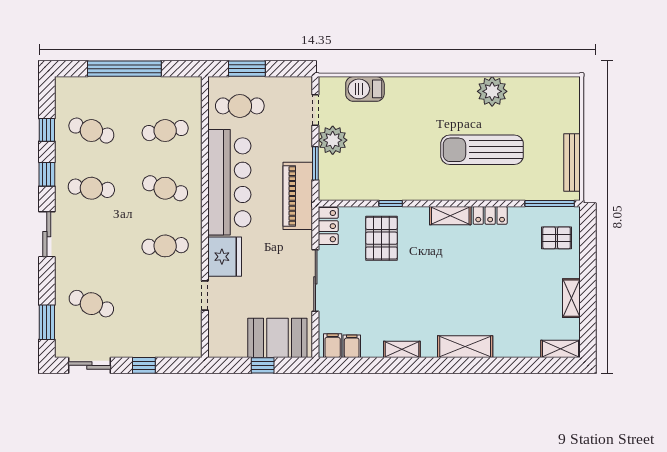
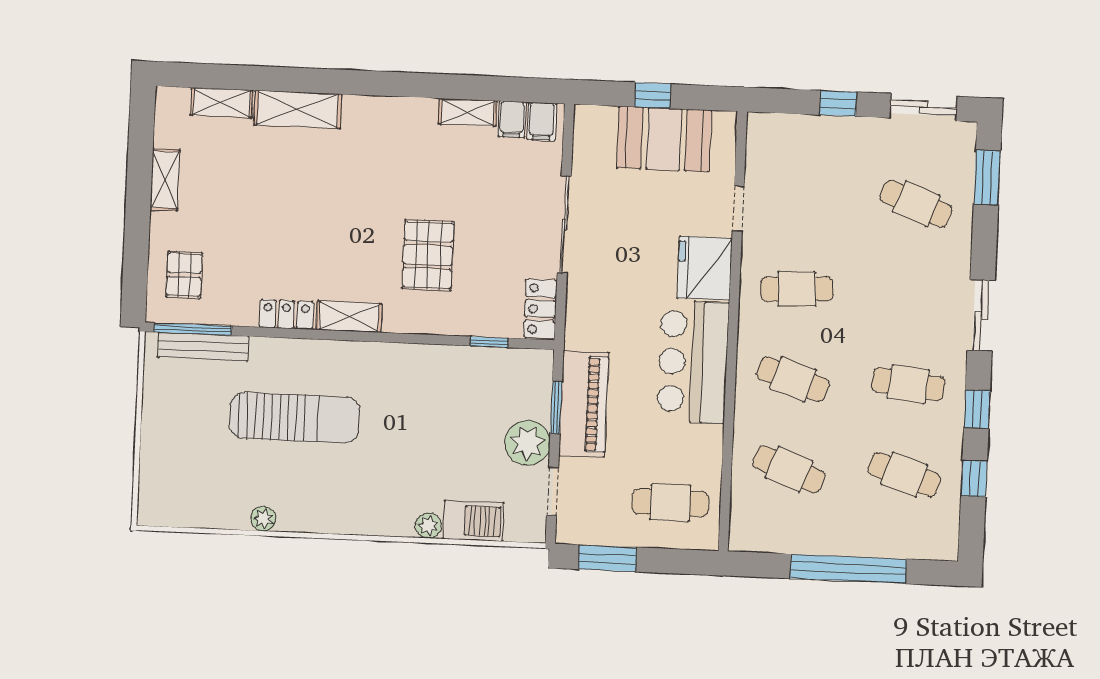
window: (247, 69) -> (607, 558), moved
plant: (394, 85) -> (428, 526), added
plant: (492, 91) -> (263, 519), width x0.53, depth x0.53
cafe table: (165, 131) -> (789, 469), turned 30
bench: (572, 162) -> (203, 347), moved, turned 90
bar counter: (229, 182) -> (693, 362), width x0.73
piano: (298, 196) -> (584, 404), moved
window: (391, 204) -> (489, 342), moved
pallet: (381, 238) -> (428, 255), moved
pallet: (557, 238) -> (184, 275), turned 90
booth: (277, 338) -> (664, 139), moved
shelving: (465, 347) -> (298, 109), moved
shelving: (402, 349) -> (468, 112), moved
shelving: (560, 349) -> (222, 103), moved

